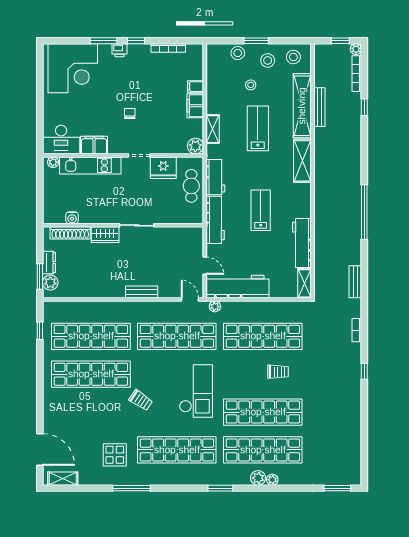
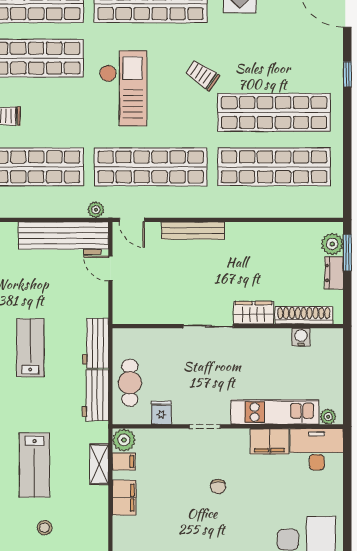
filing cabinet: (196, 87) -> (124, 461), moved
fridge: (163, 168) -> (161, 413), width x0.53, depth x0.75
lab bench: (261, 210) -> (30, 348), turned 180
workbench: (215, 220) -> (96, 343), width x0.73
bench: (142, 292) -> (193, 231), width x1.36
window: (40, 331) -> (347, 74), moved
checkout: (196, 391) -> (123, 88), turned 180

